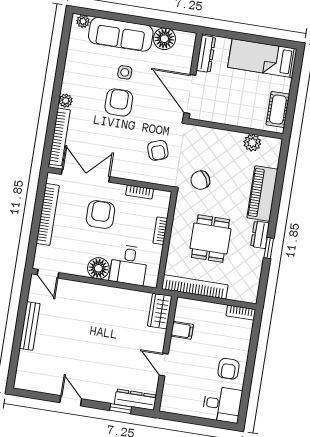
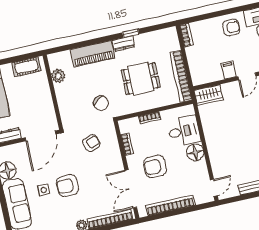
filing cabinet: (182, 330) -> (229, 70), moved

